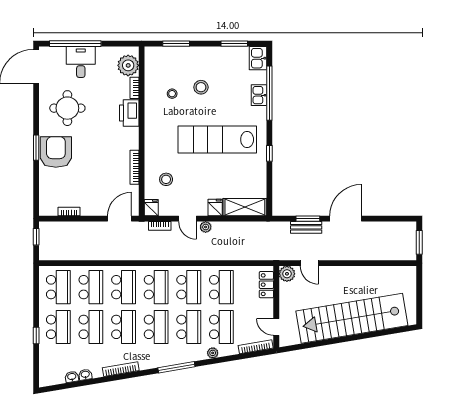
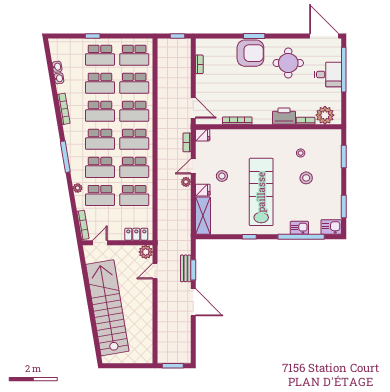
stool: (166, 179) -> (222, 176), moved

